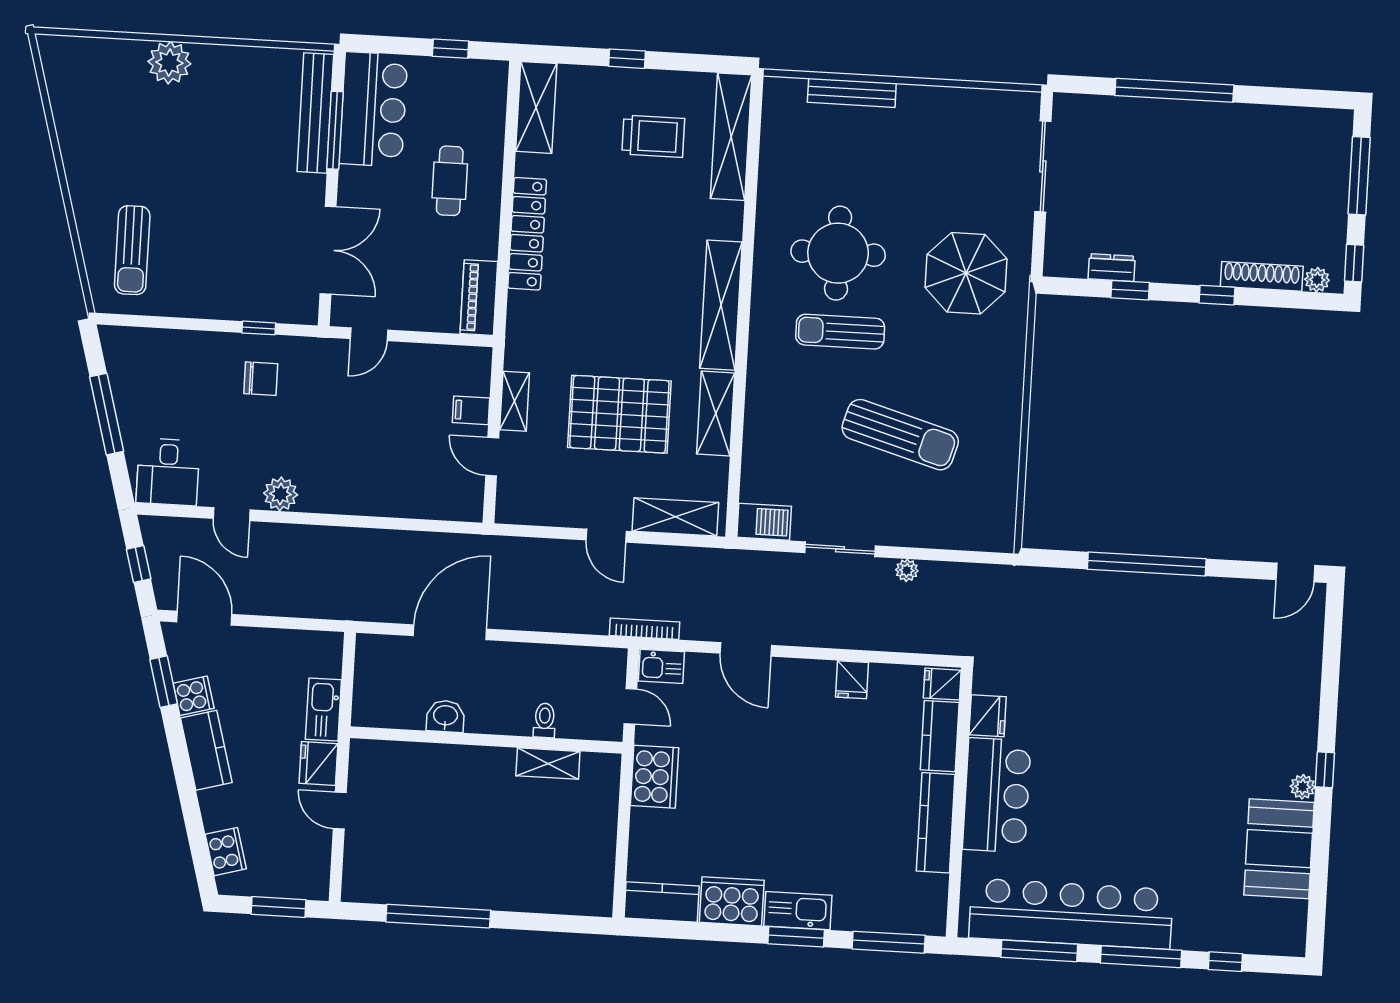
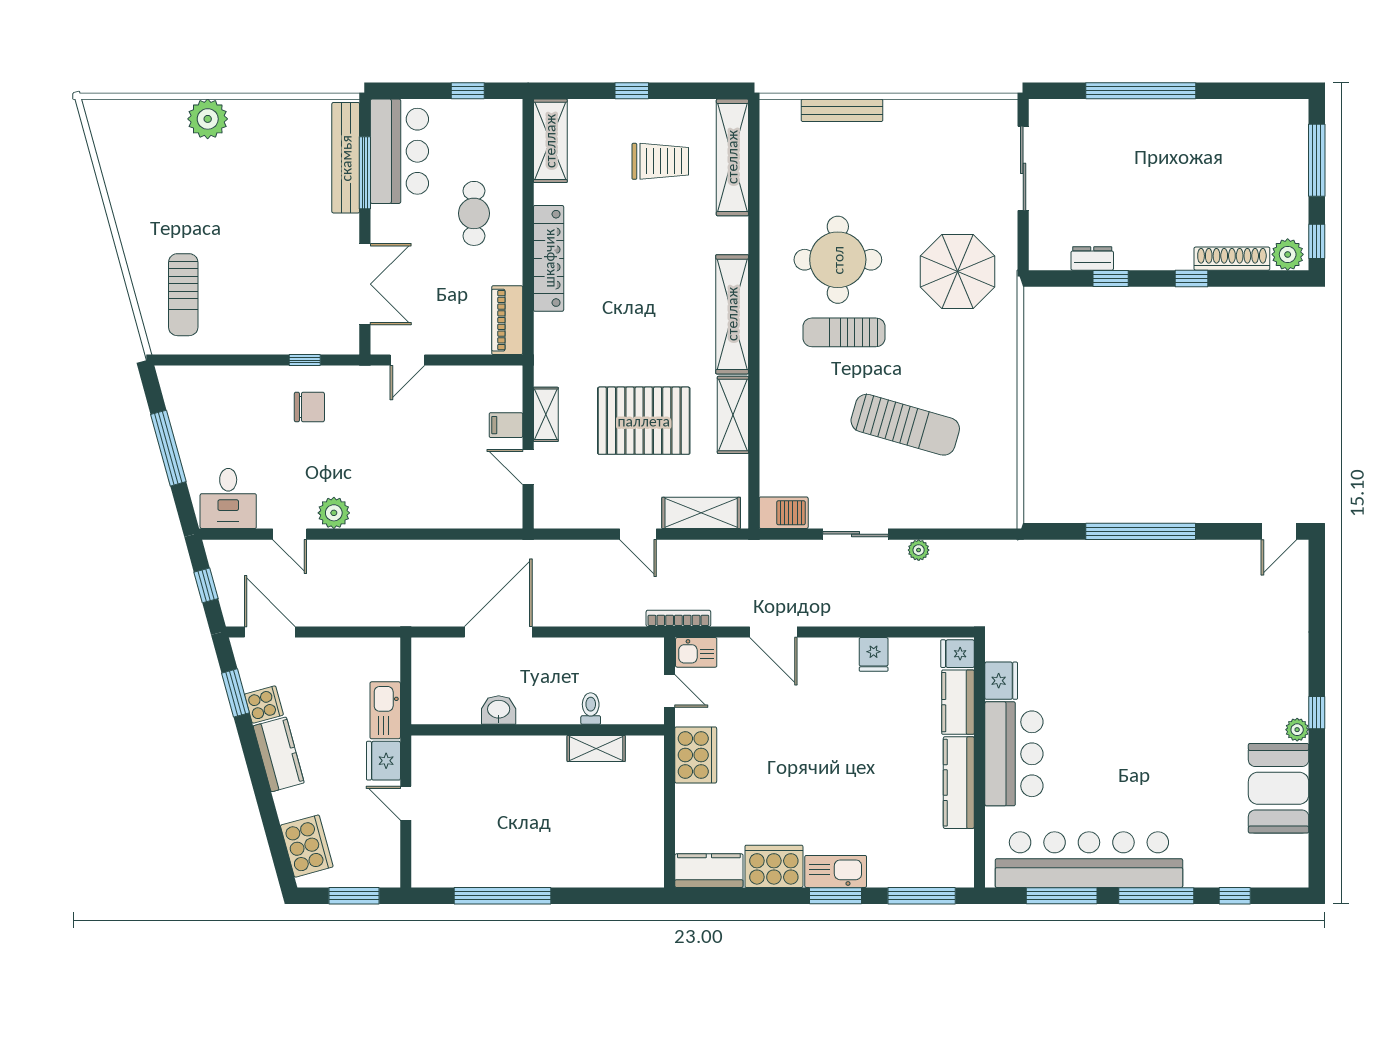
plant: (1317, 280) -> (1288, 254), width x1.38, depth x1.38
cooker: (226, 852) -> (307, 846), width x1.37, depth x1.31

